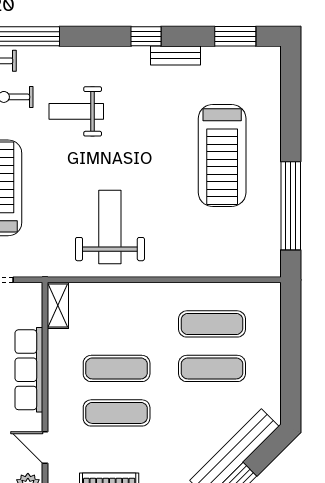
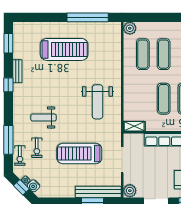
weight bench: (76, 111) -> (44, 118), turned 90
weight bench: (110, 227) -> (98, 102), turned -90
plant: (267, 296) -> (130, 28), added

